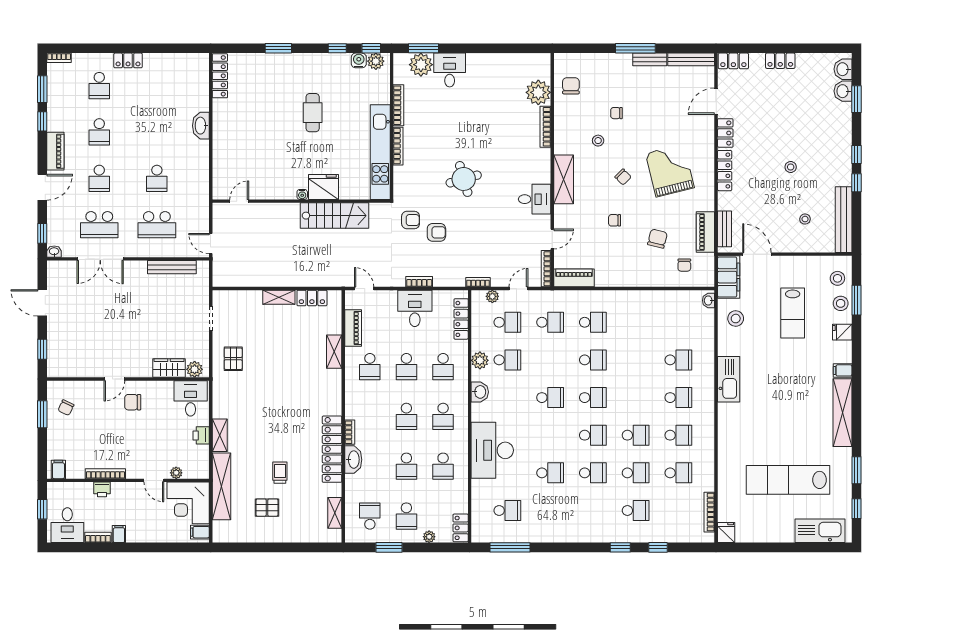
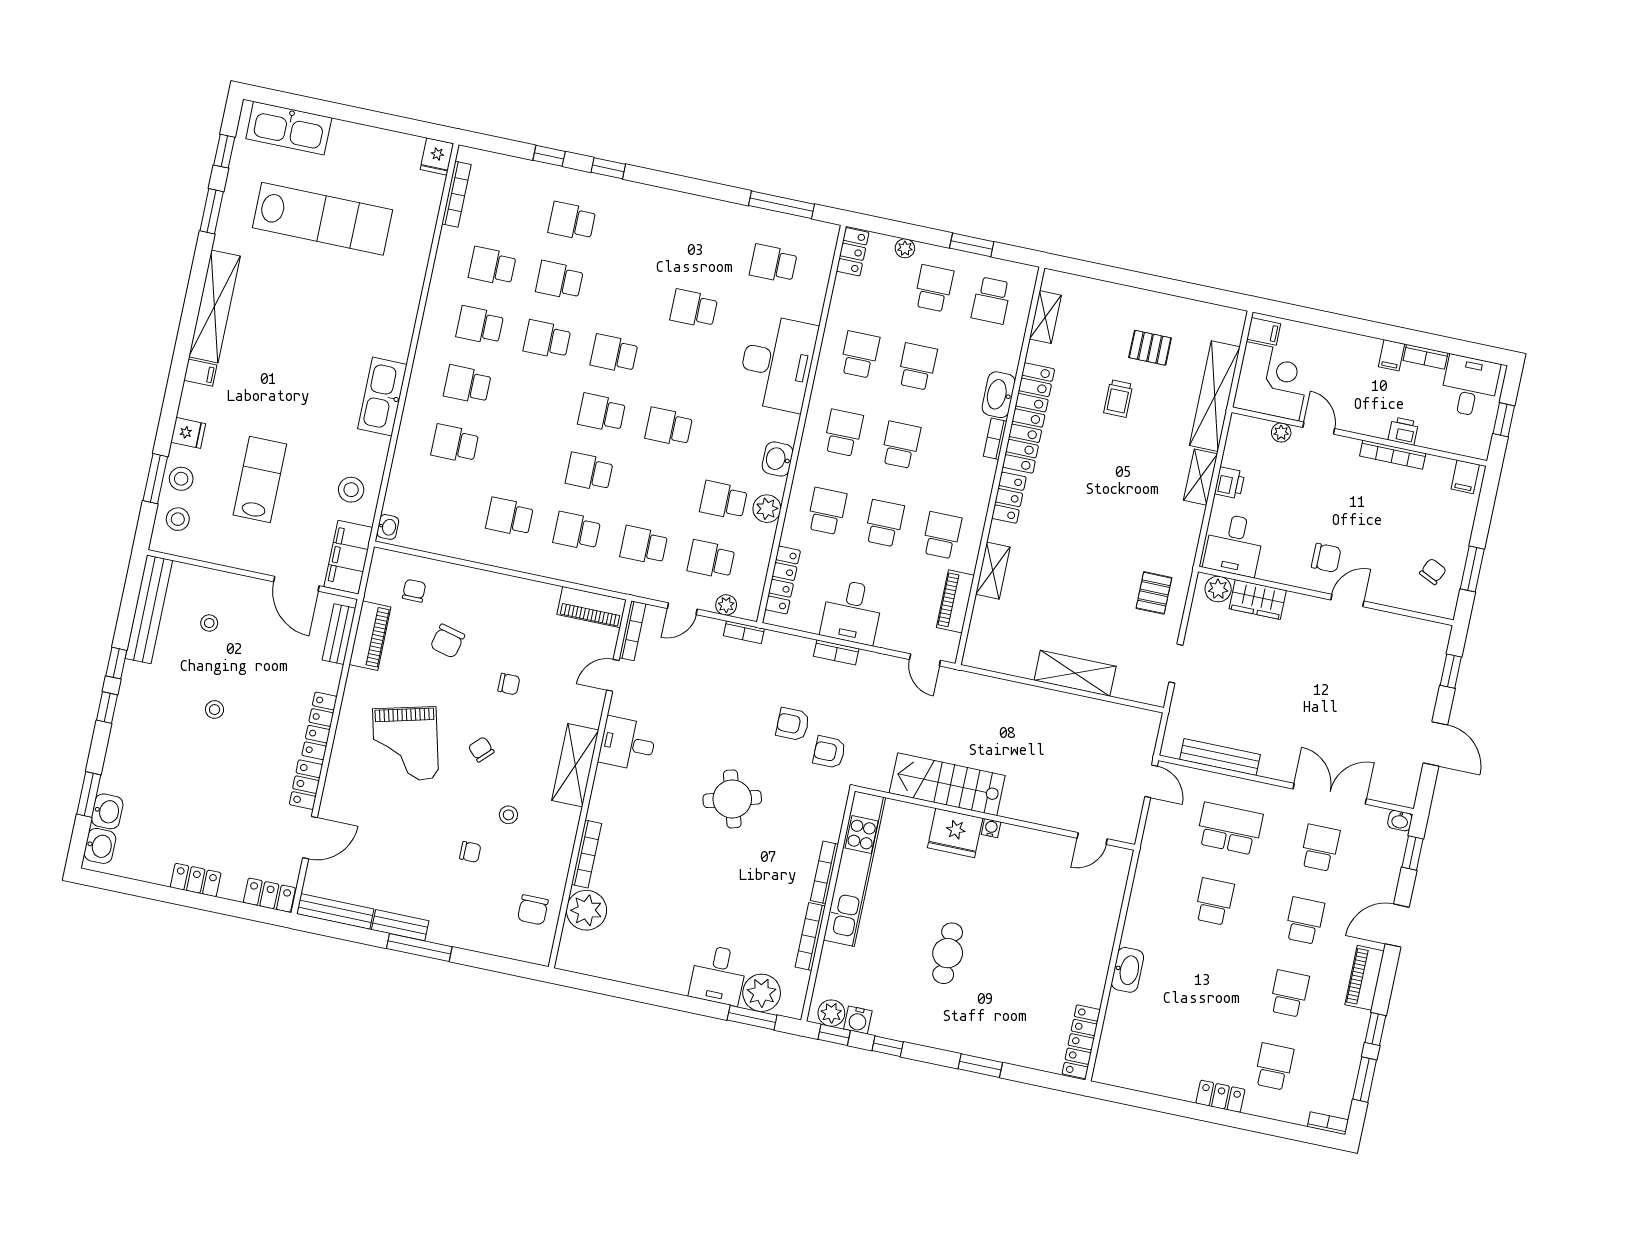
school desk: (99, 225) -> (1320, 848), width x0.54
shelving: (279, 297) -> (1075, 673), width x1.50, depth x1.33
locker: (312, 298) -> (1009, 498), moved, turned 90
school desk: (593, 473) -> (510, 517), moved

